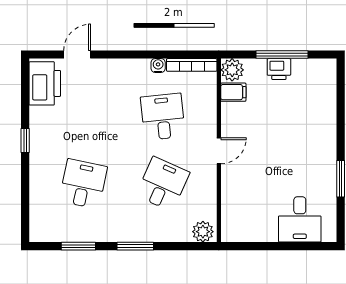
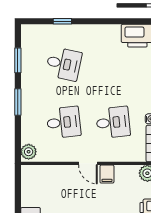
filing cabinet: (233, 92) -> (107, 174), moved
window: (25, 141) -> (62, 21), moved
desk: (163, 184) -> (64, 122), turned -30

